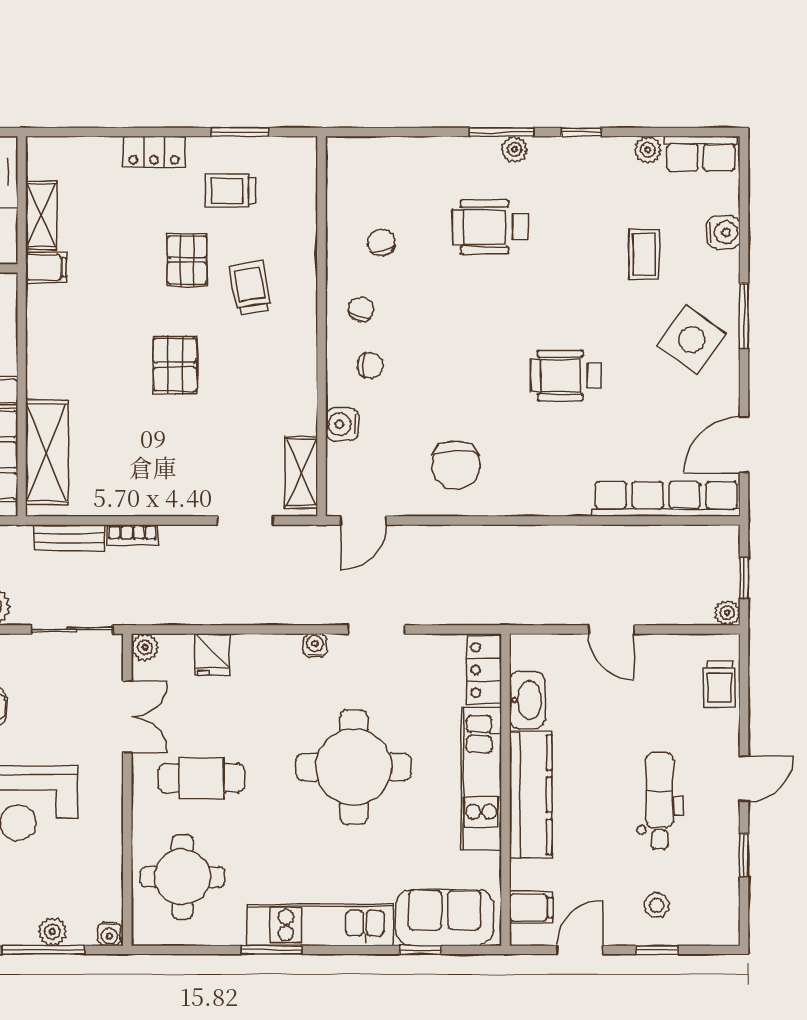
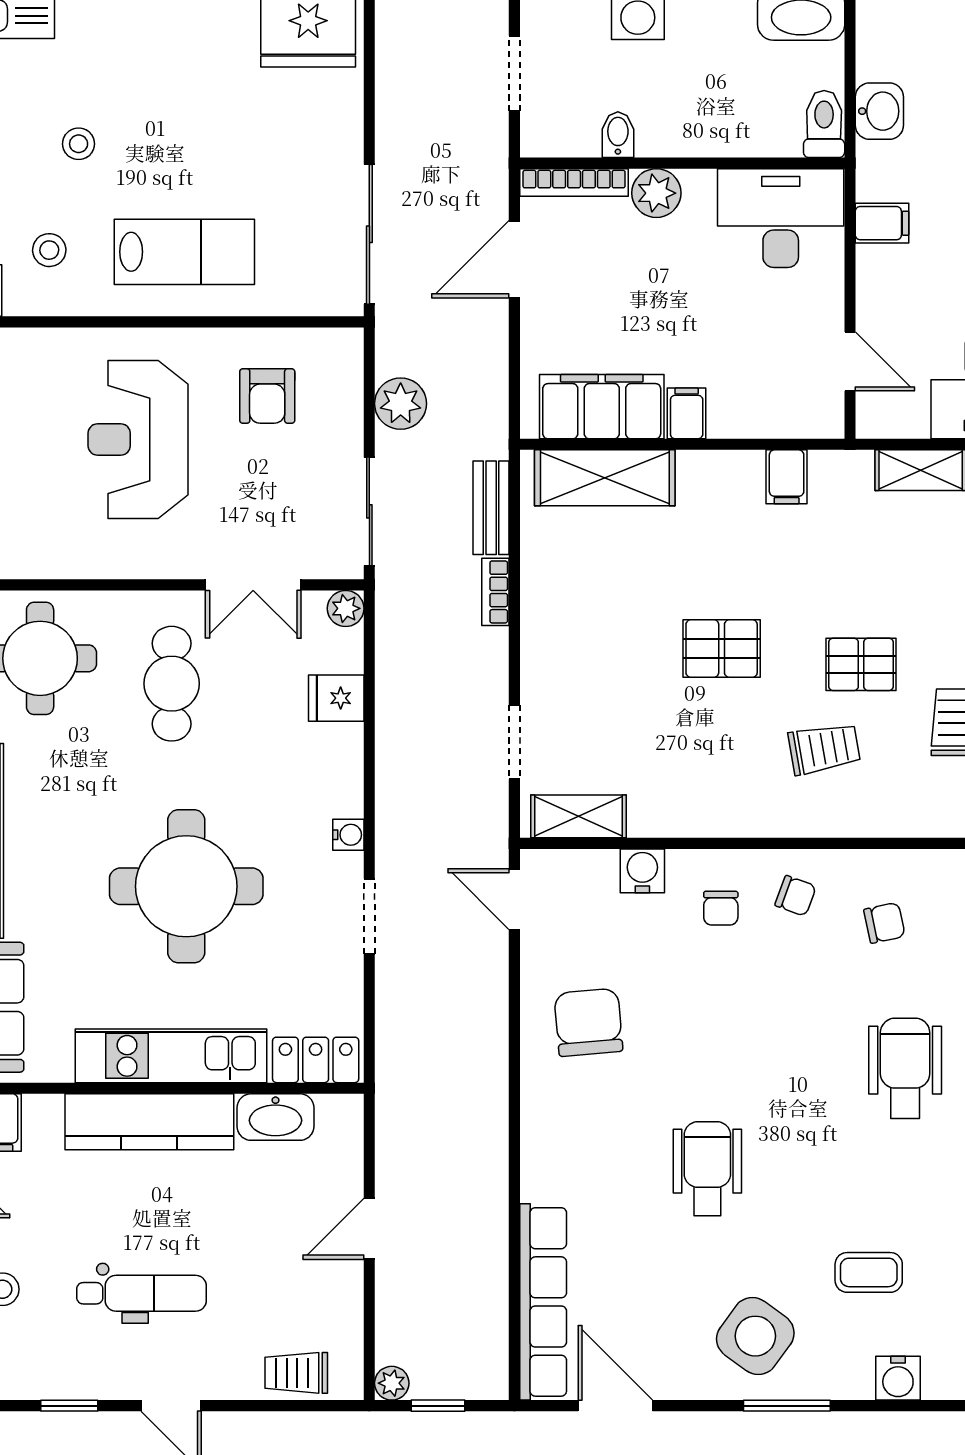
filing cabinet: (46, 267) -> (787, 477), moved
chair: (456, 465) -> (588, 1022), turned 85

